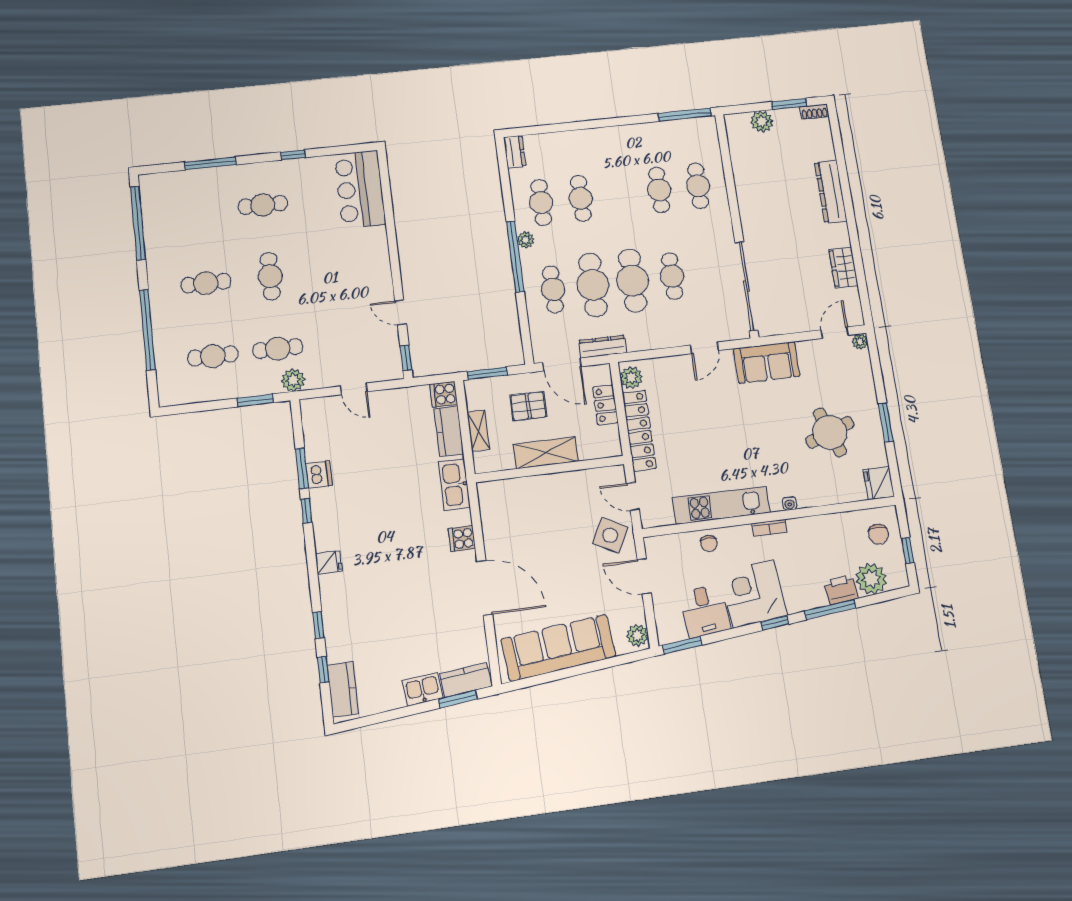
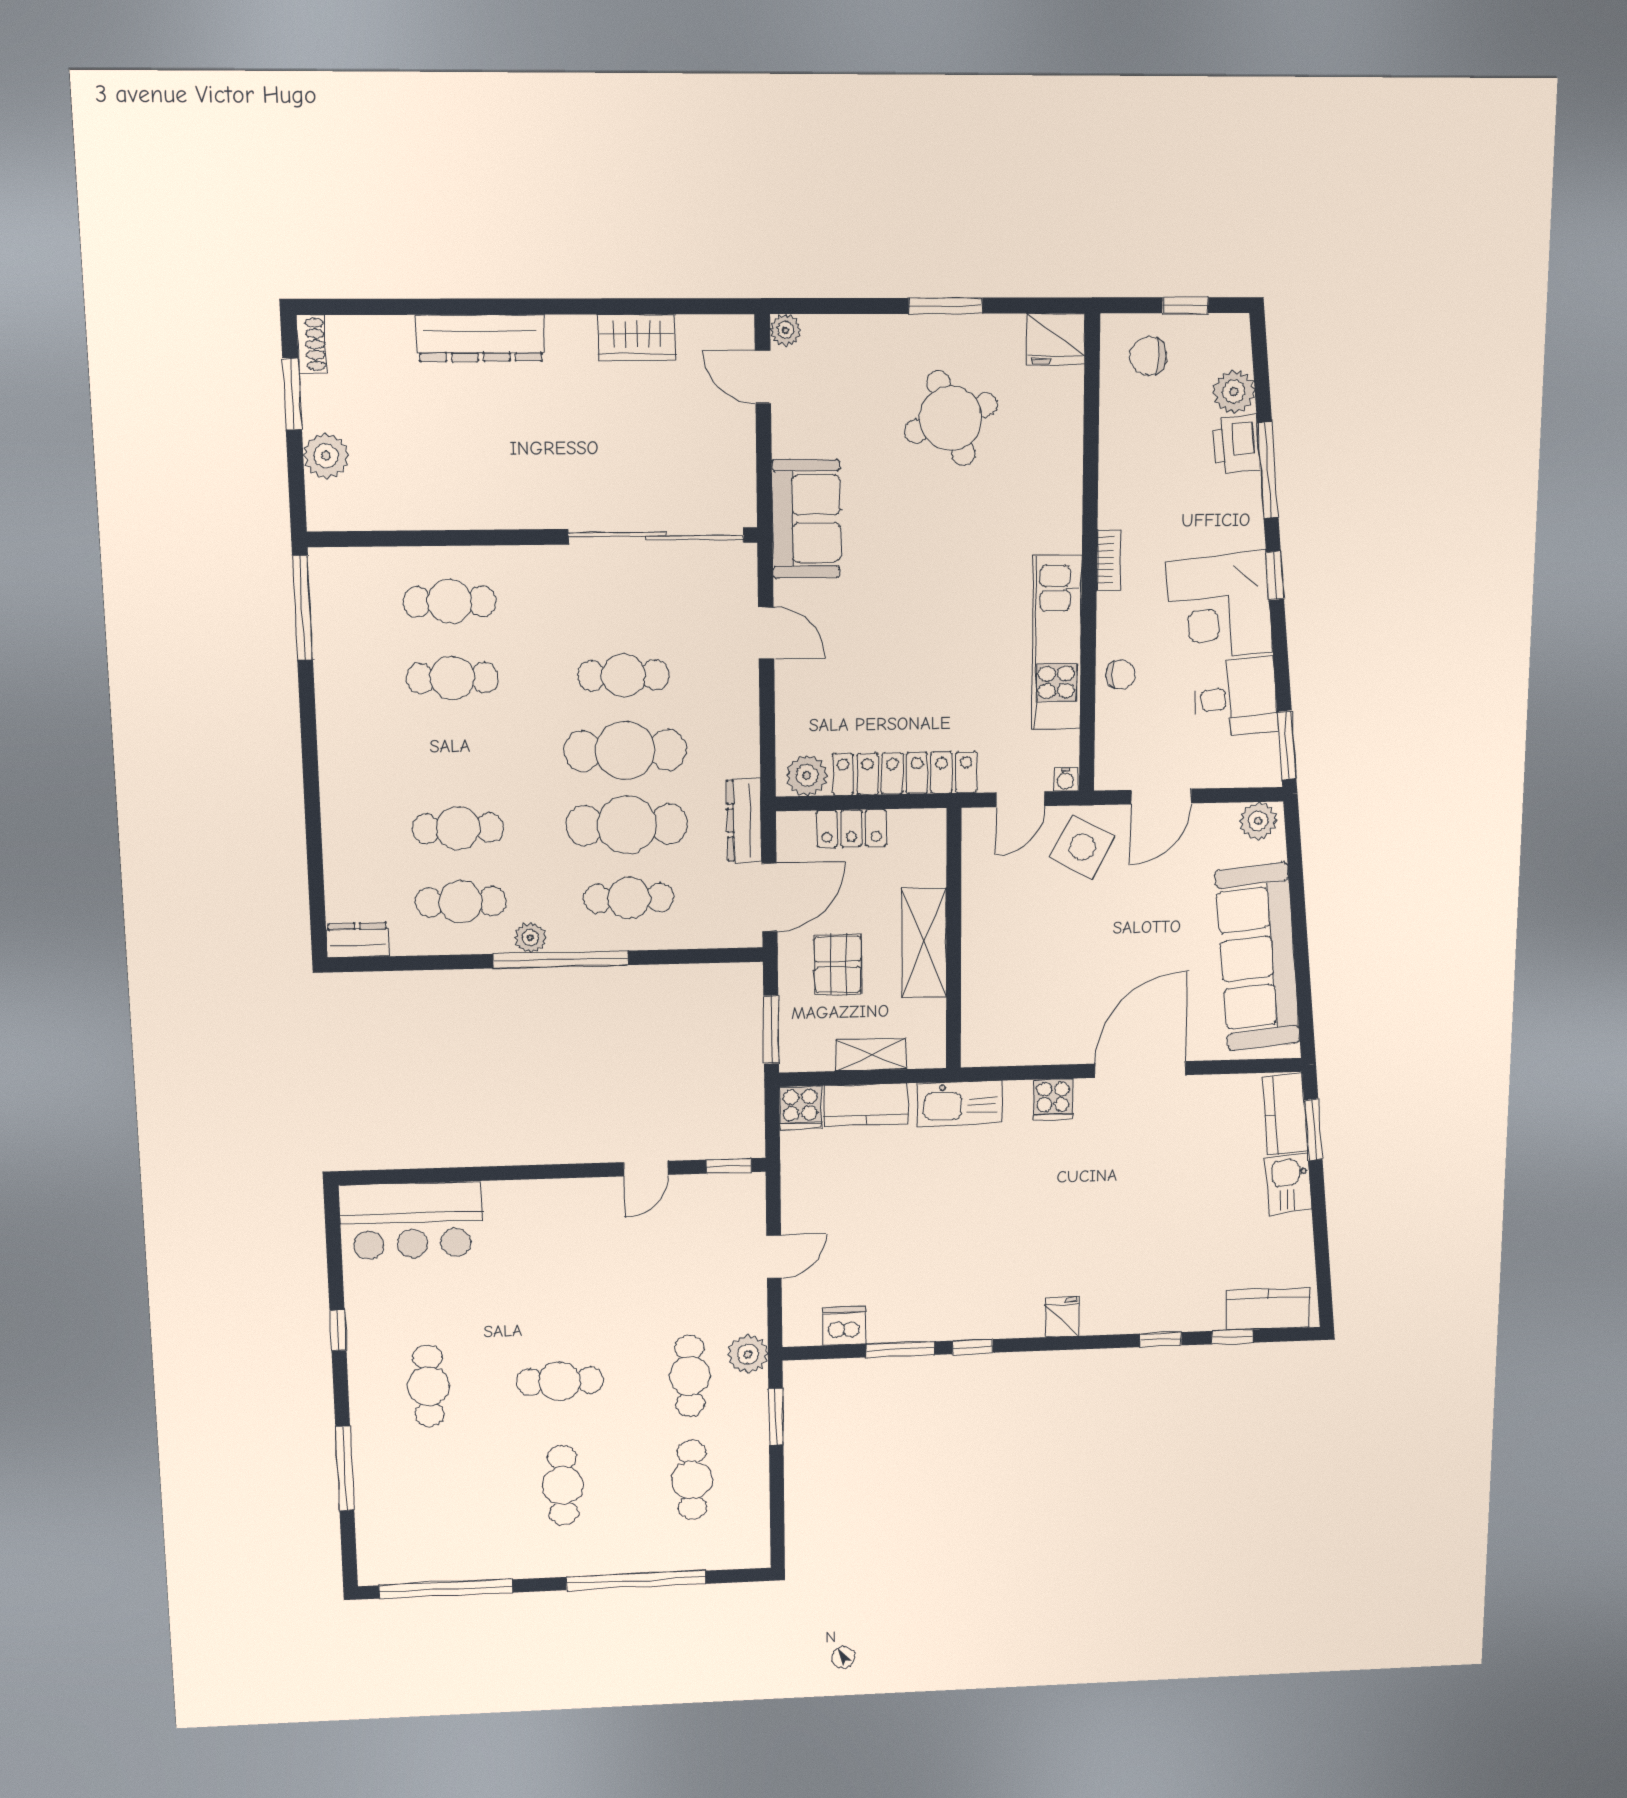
dishwasher: (319, 474) -> (844, 1326), moved
water cooler: (789, 503) -> (1066, 779), moved, turned 90
chair: (879, 534) -> (1148, 356), turned 180
plant: (871, 579) -> (1234, 392), width x0.73, depth x0.73

